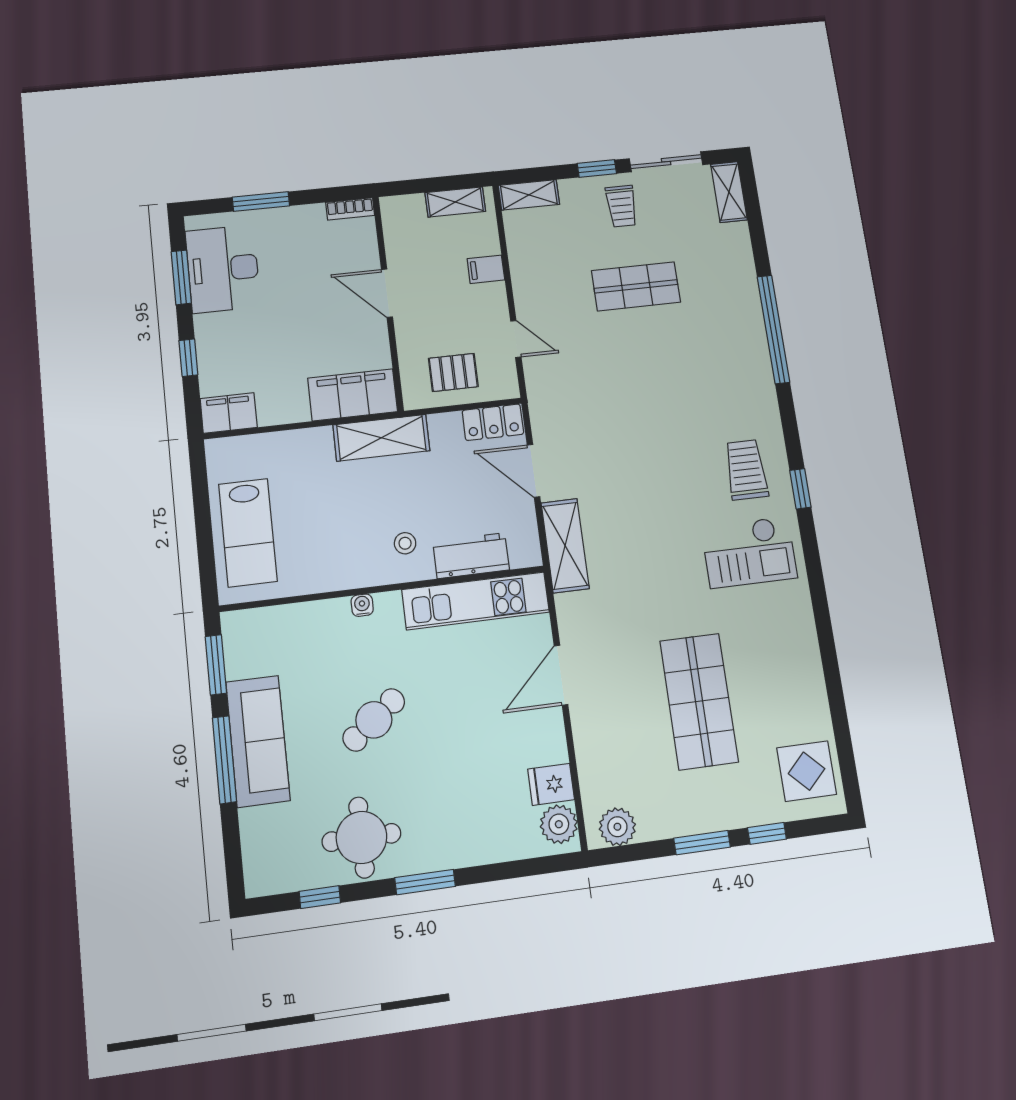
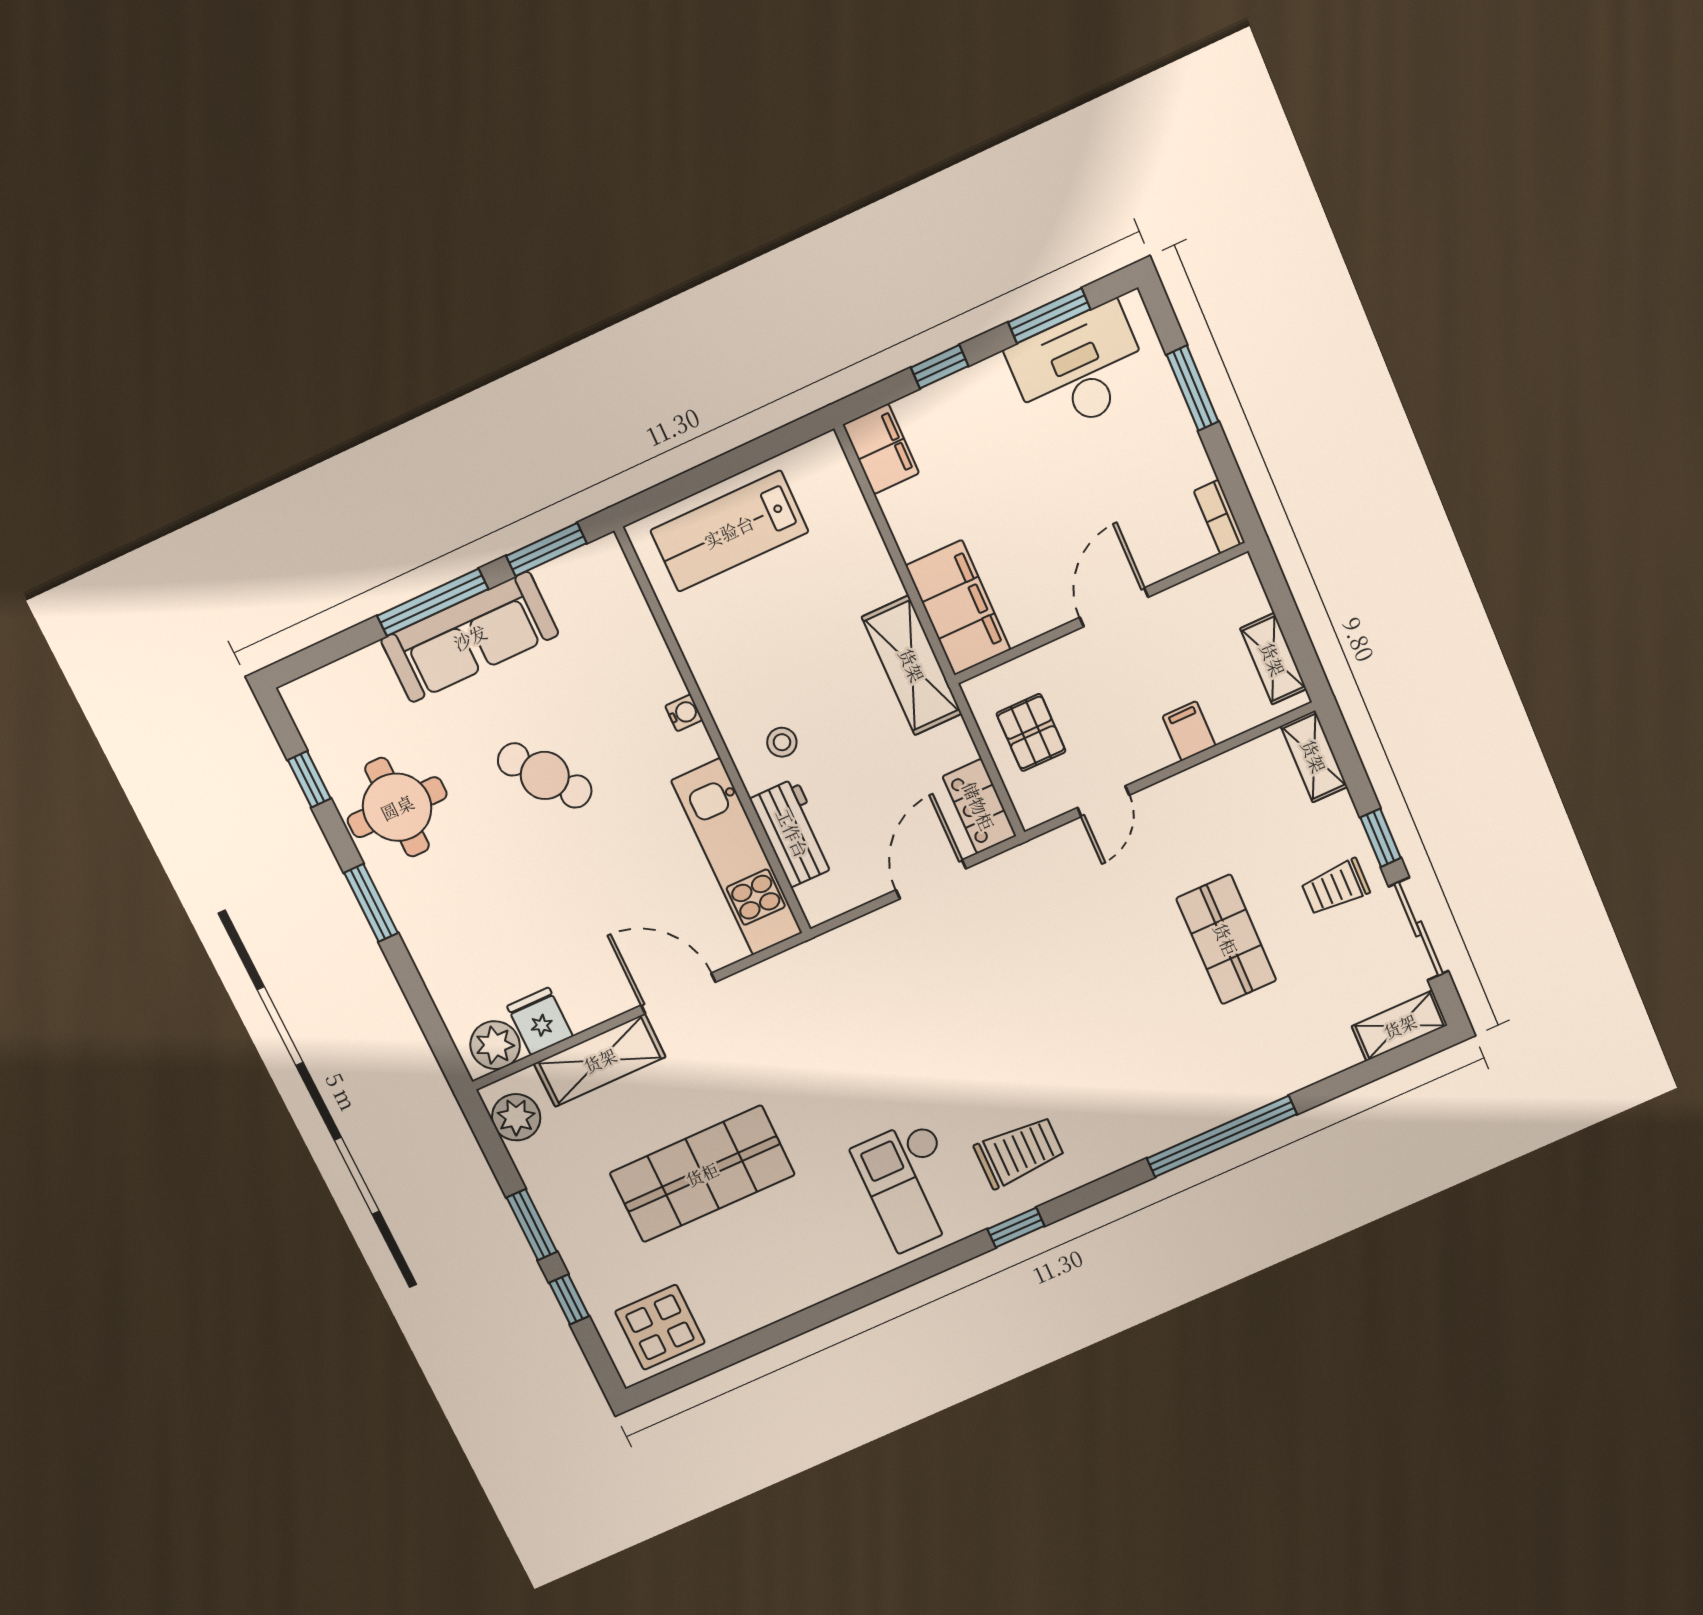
shelving: (565, 546) -> (600, 1060), moved

